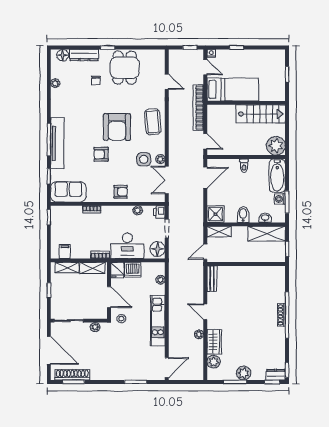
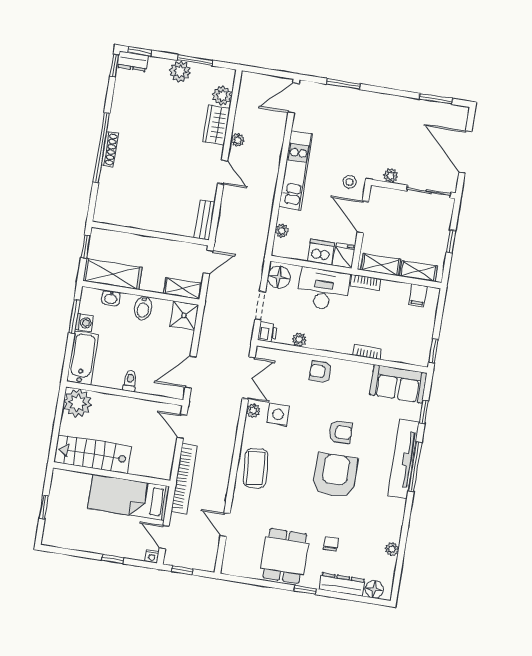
armchair: (117, 127) -> (335, 475), moved
shoe rack: (72, 375) -> (436, 110), removed

